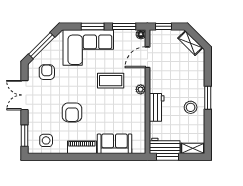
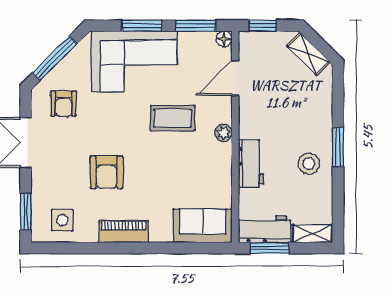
armchair: (47, 72) -> (64, 104), turned 180
sofa: (115, 144) -> (203, 226), moved

